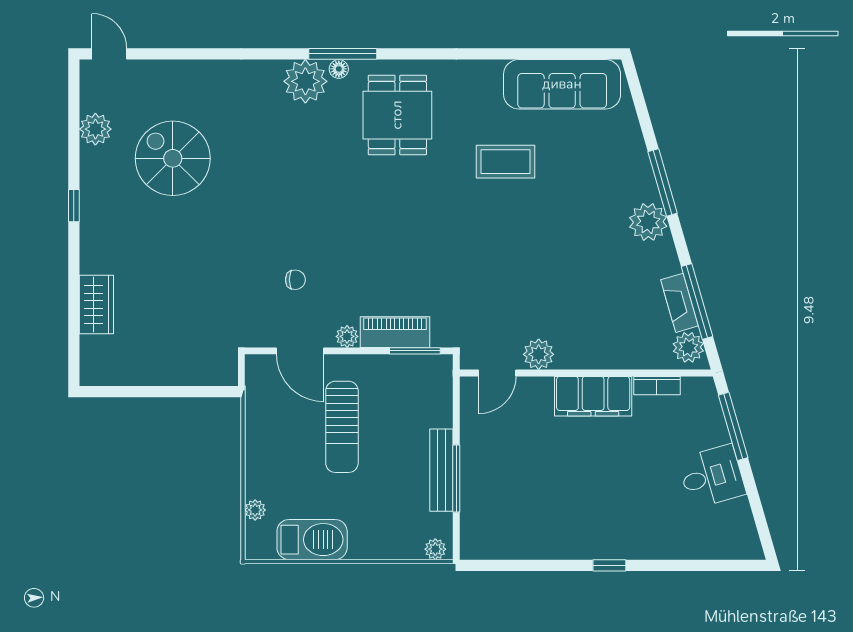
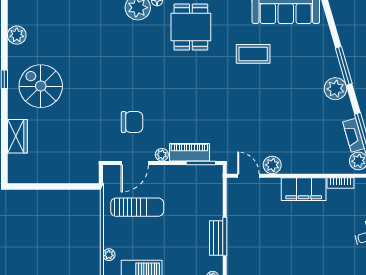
spiral stairs: (173, 158) -> (41, 86), moved
chair: (295, 280) -> (132, 122), width x1.87, depth x1.87
door: (300, 351) -> (135, 163), hinge flipped
door: (497, 373) -> (248, 176), swing flipped
sun lounger: (342, 427) -> (137, 207), moved, turned -90
bench: (441, 470) -> (216, 238), width x0.73

